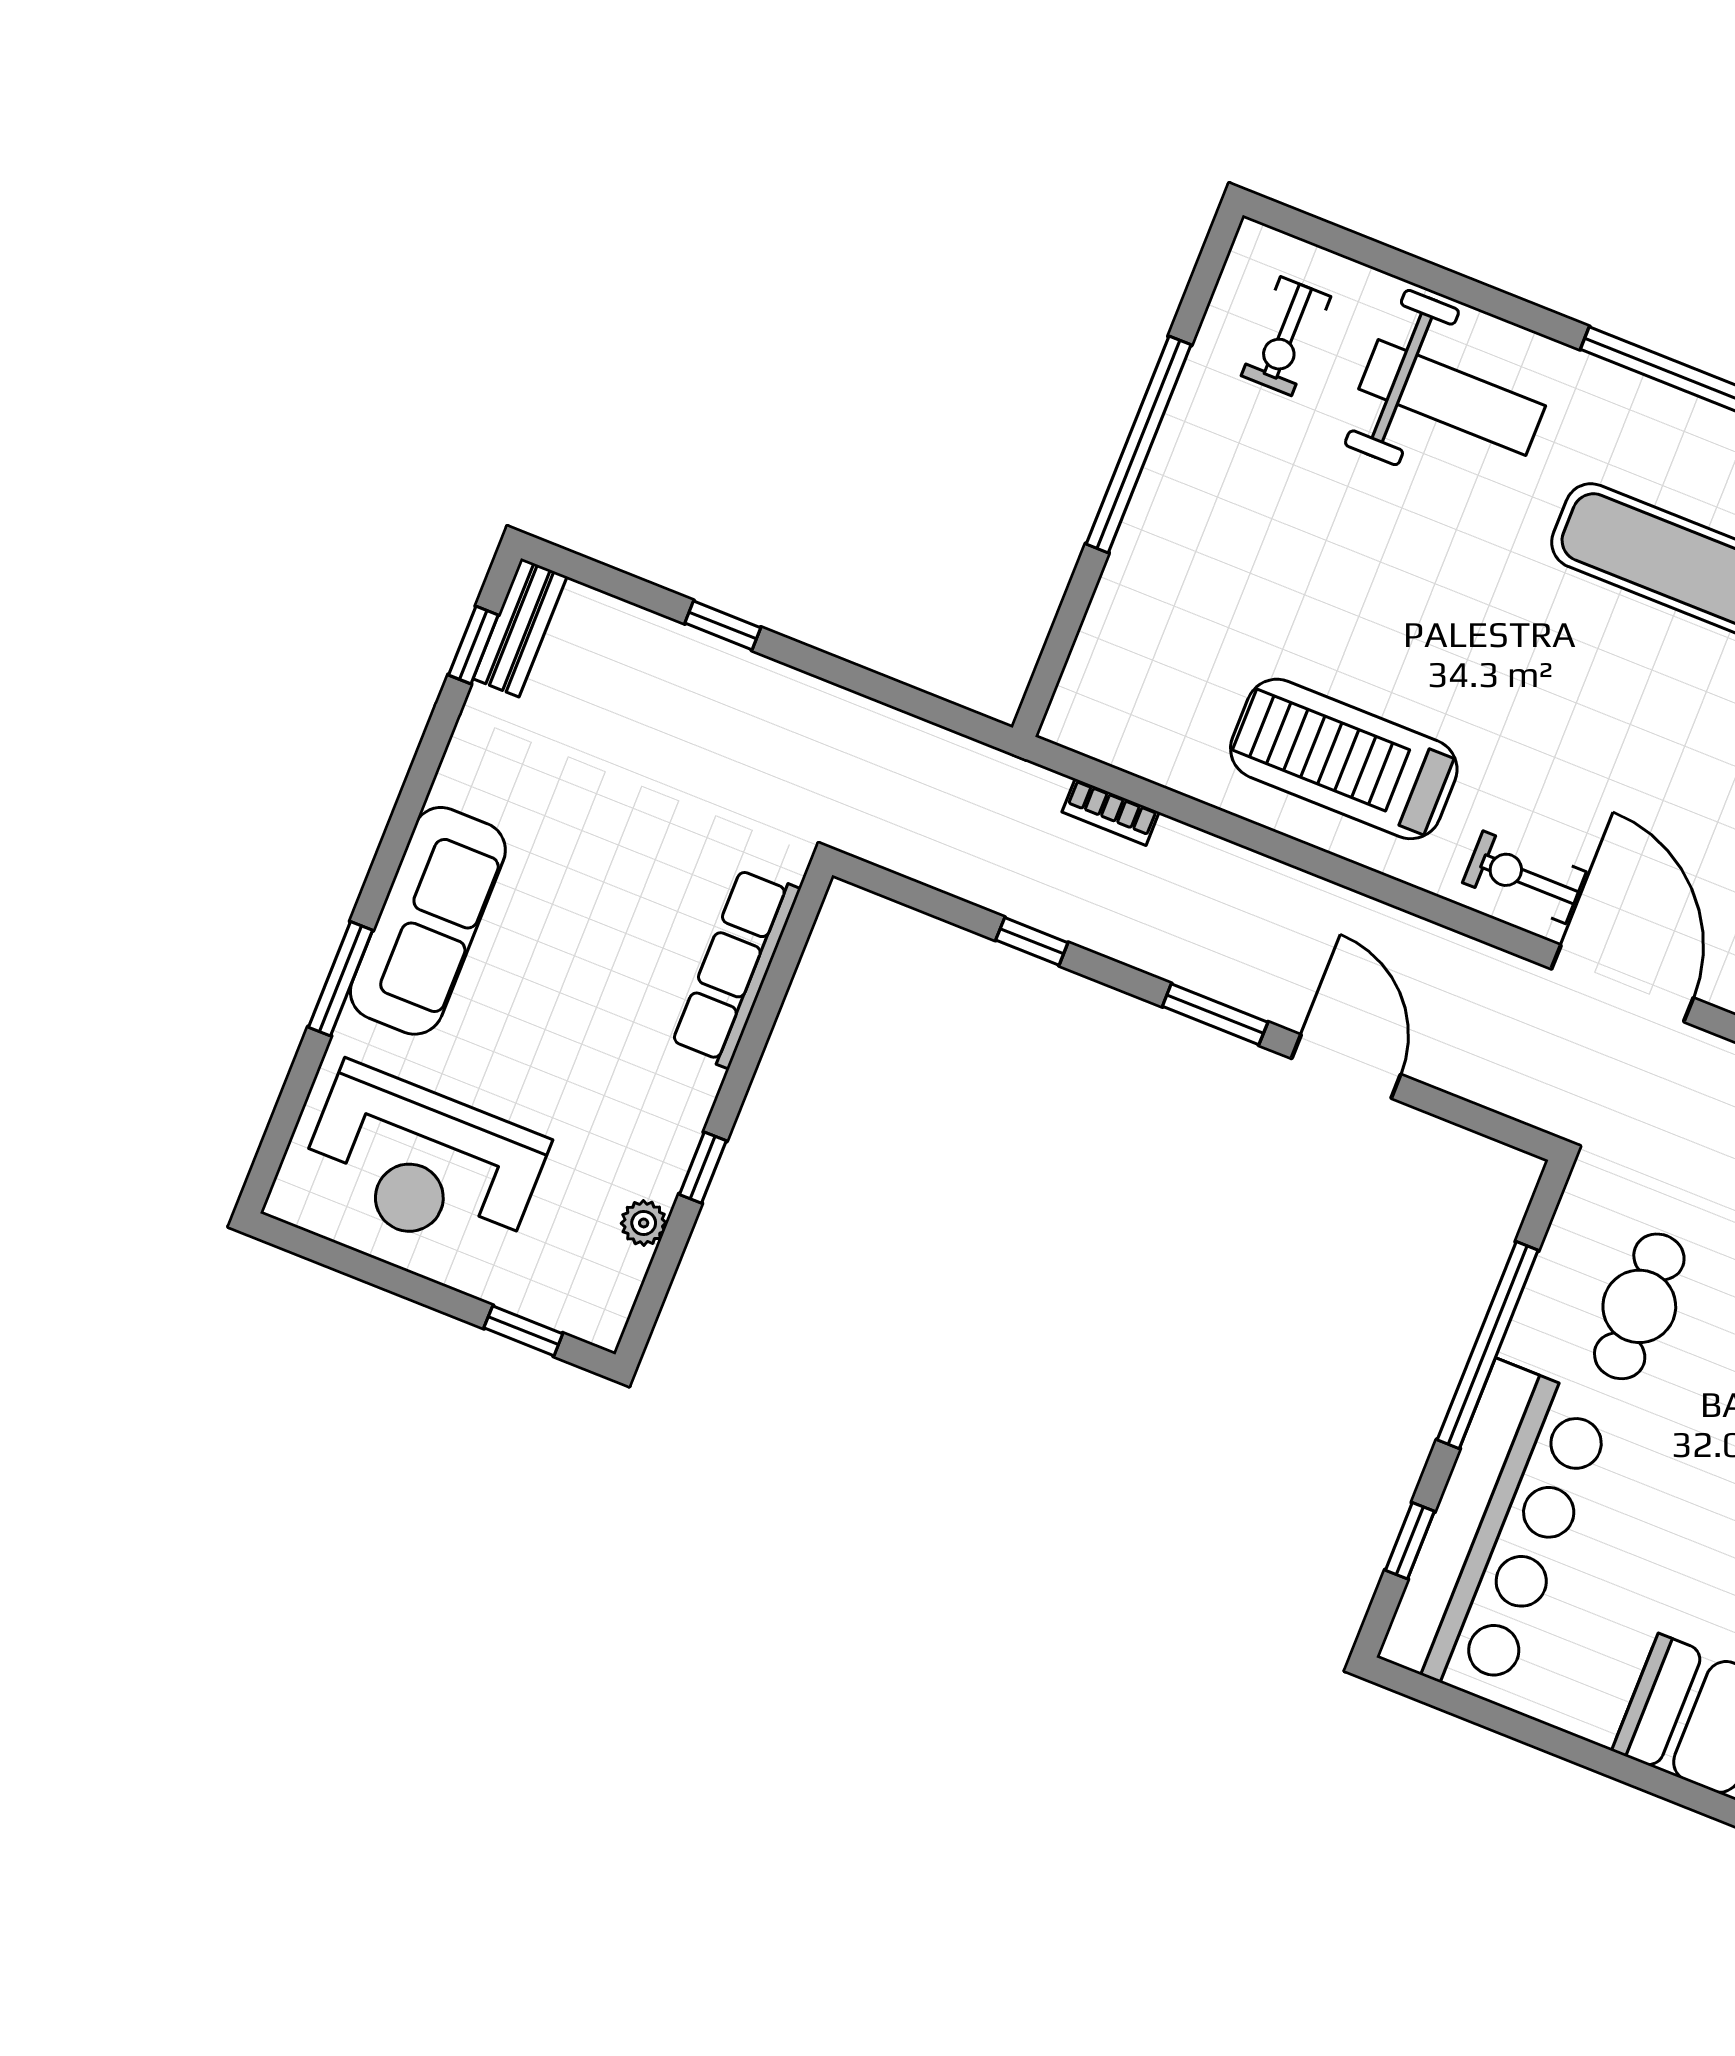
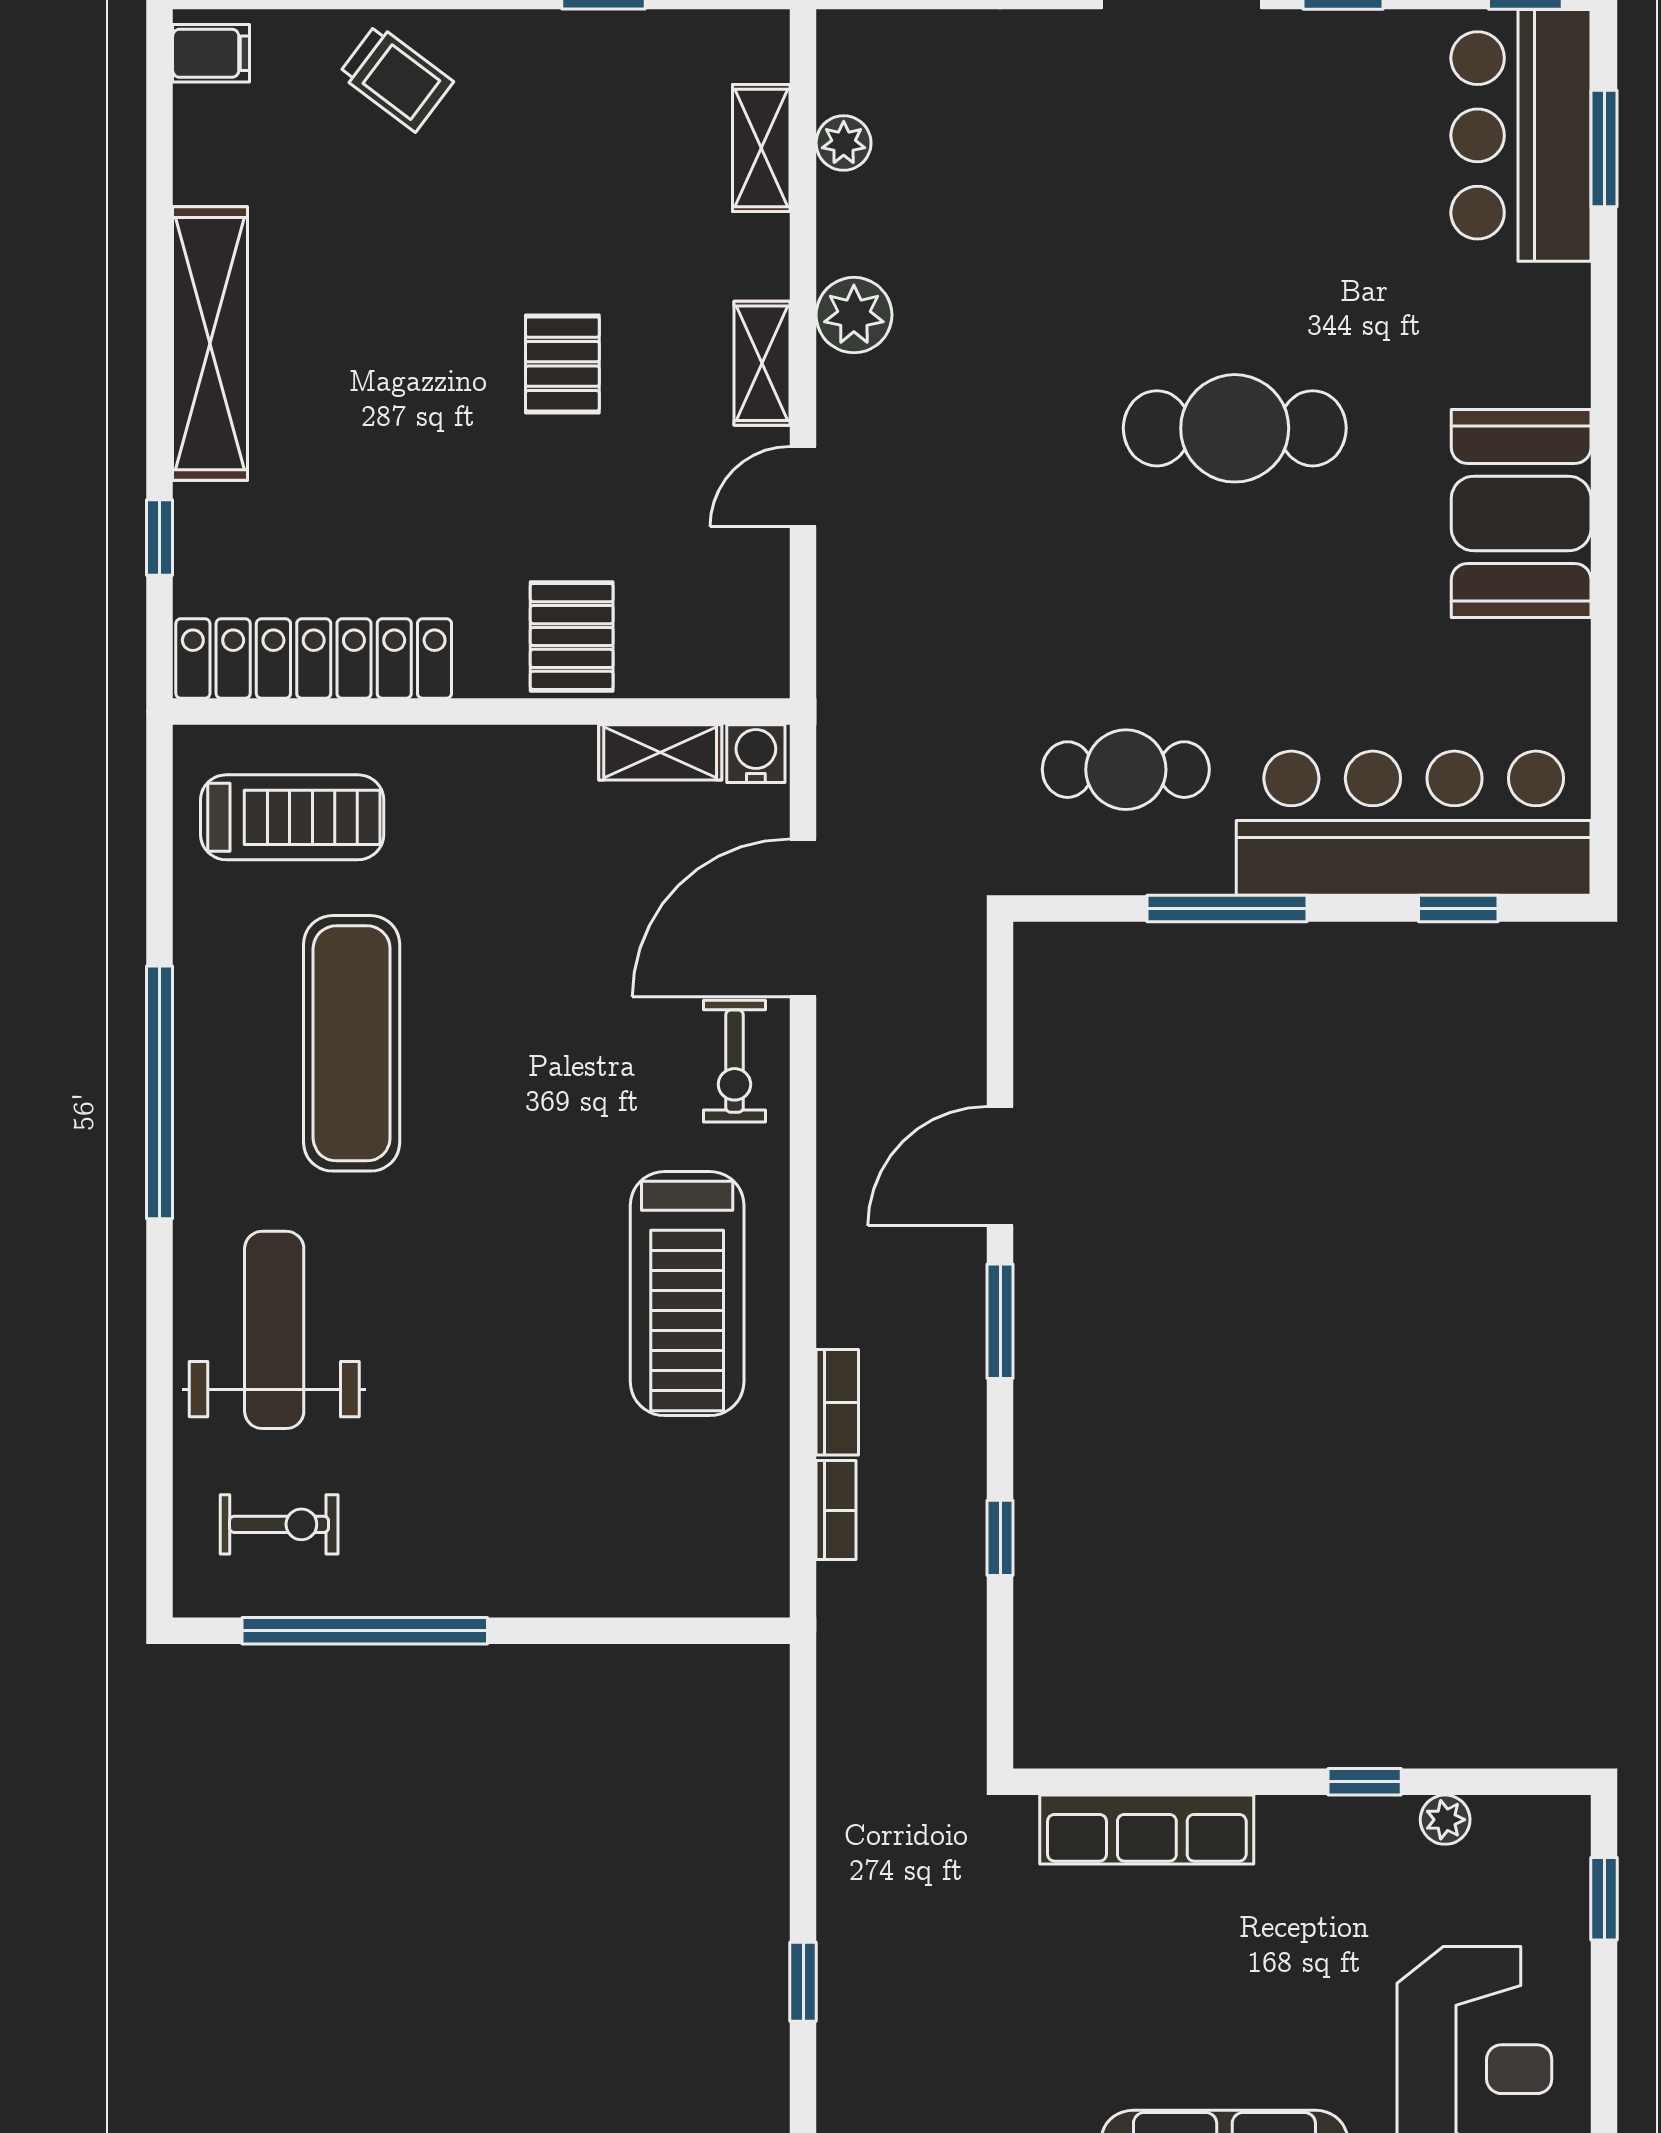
window: (1139, 444) -> (365, 1631), moved
bookcase: (1201, 849) -> (837, 1402), added
window: (1488, 1345) -> (1227, 909), width x0.68

